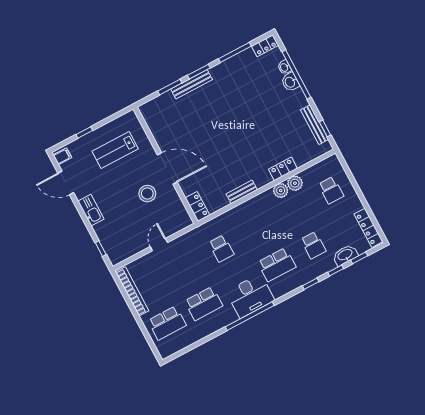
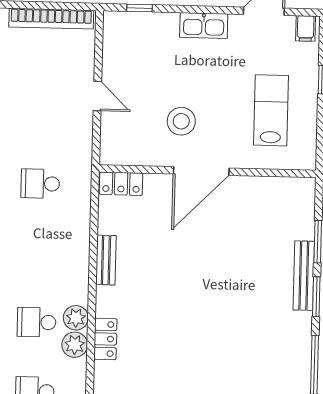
school desk: (294, 210) -> (37, 322), added

